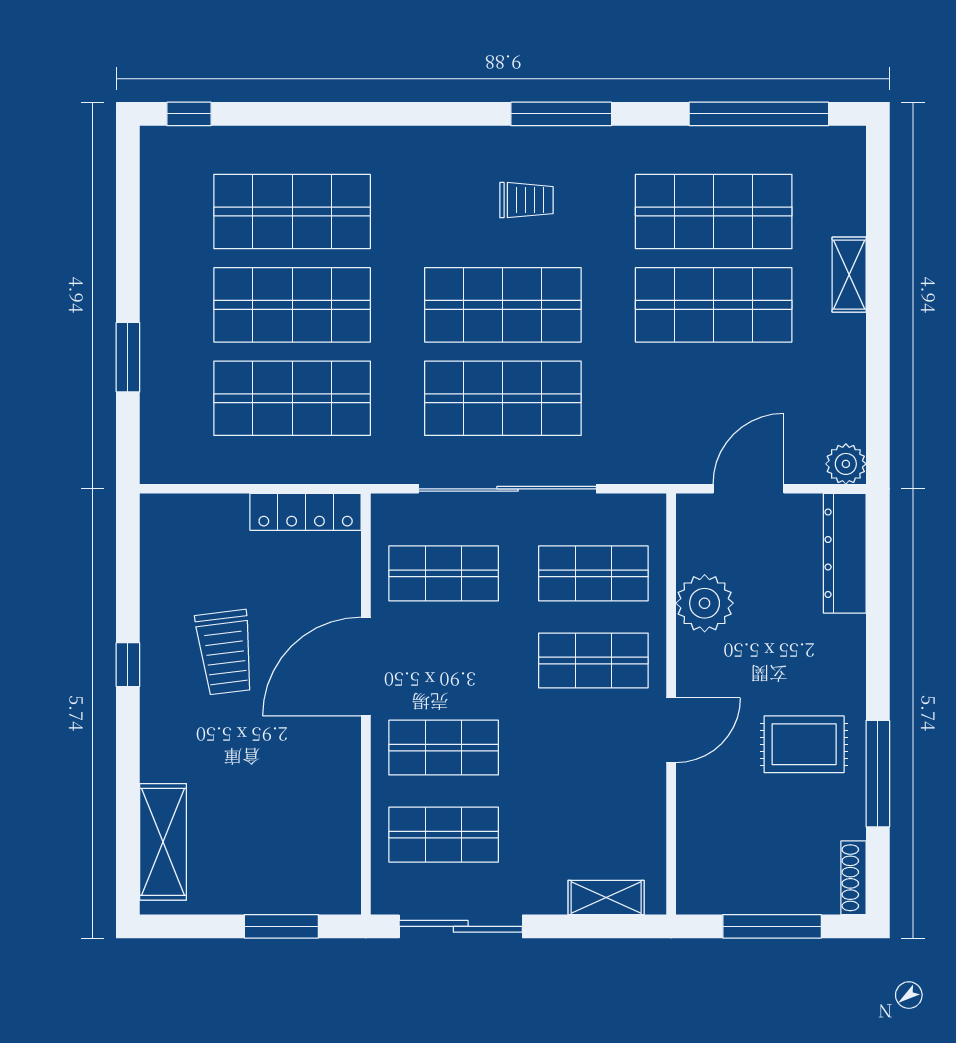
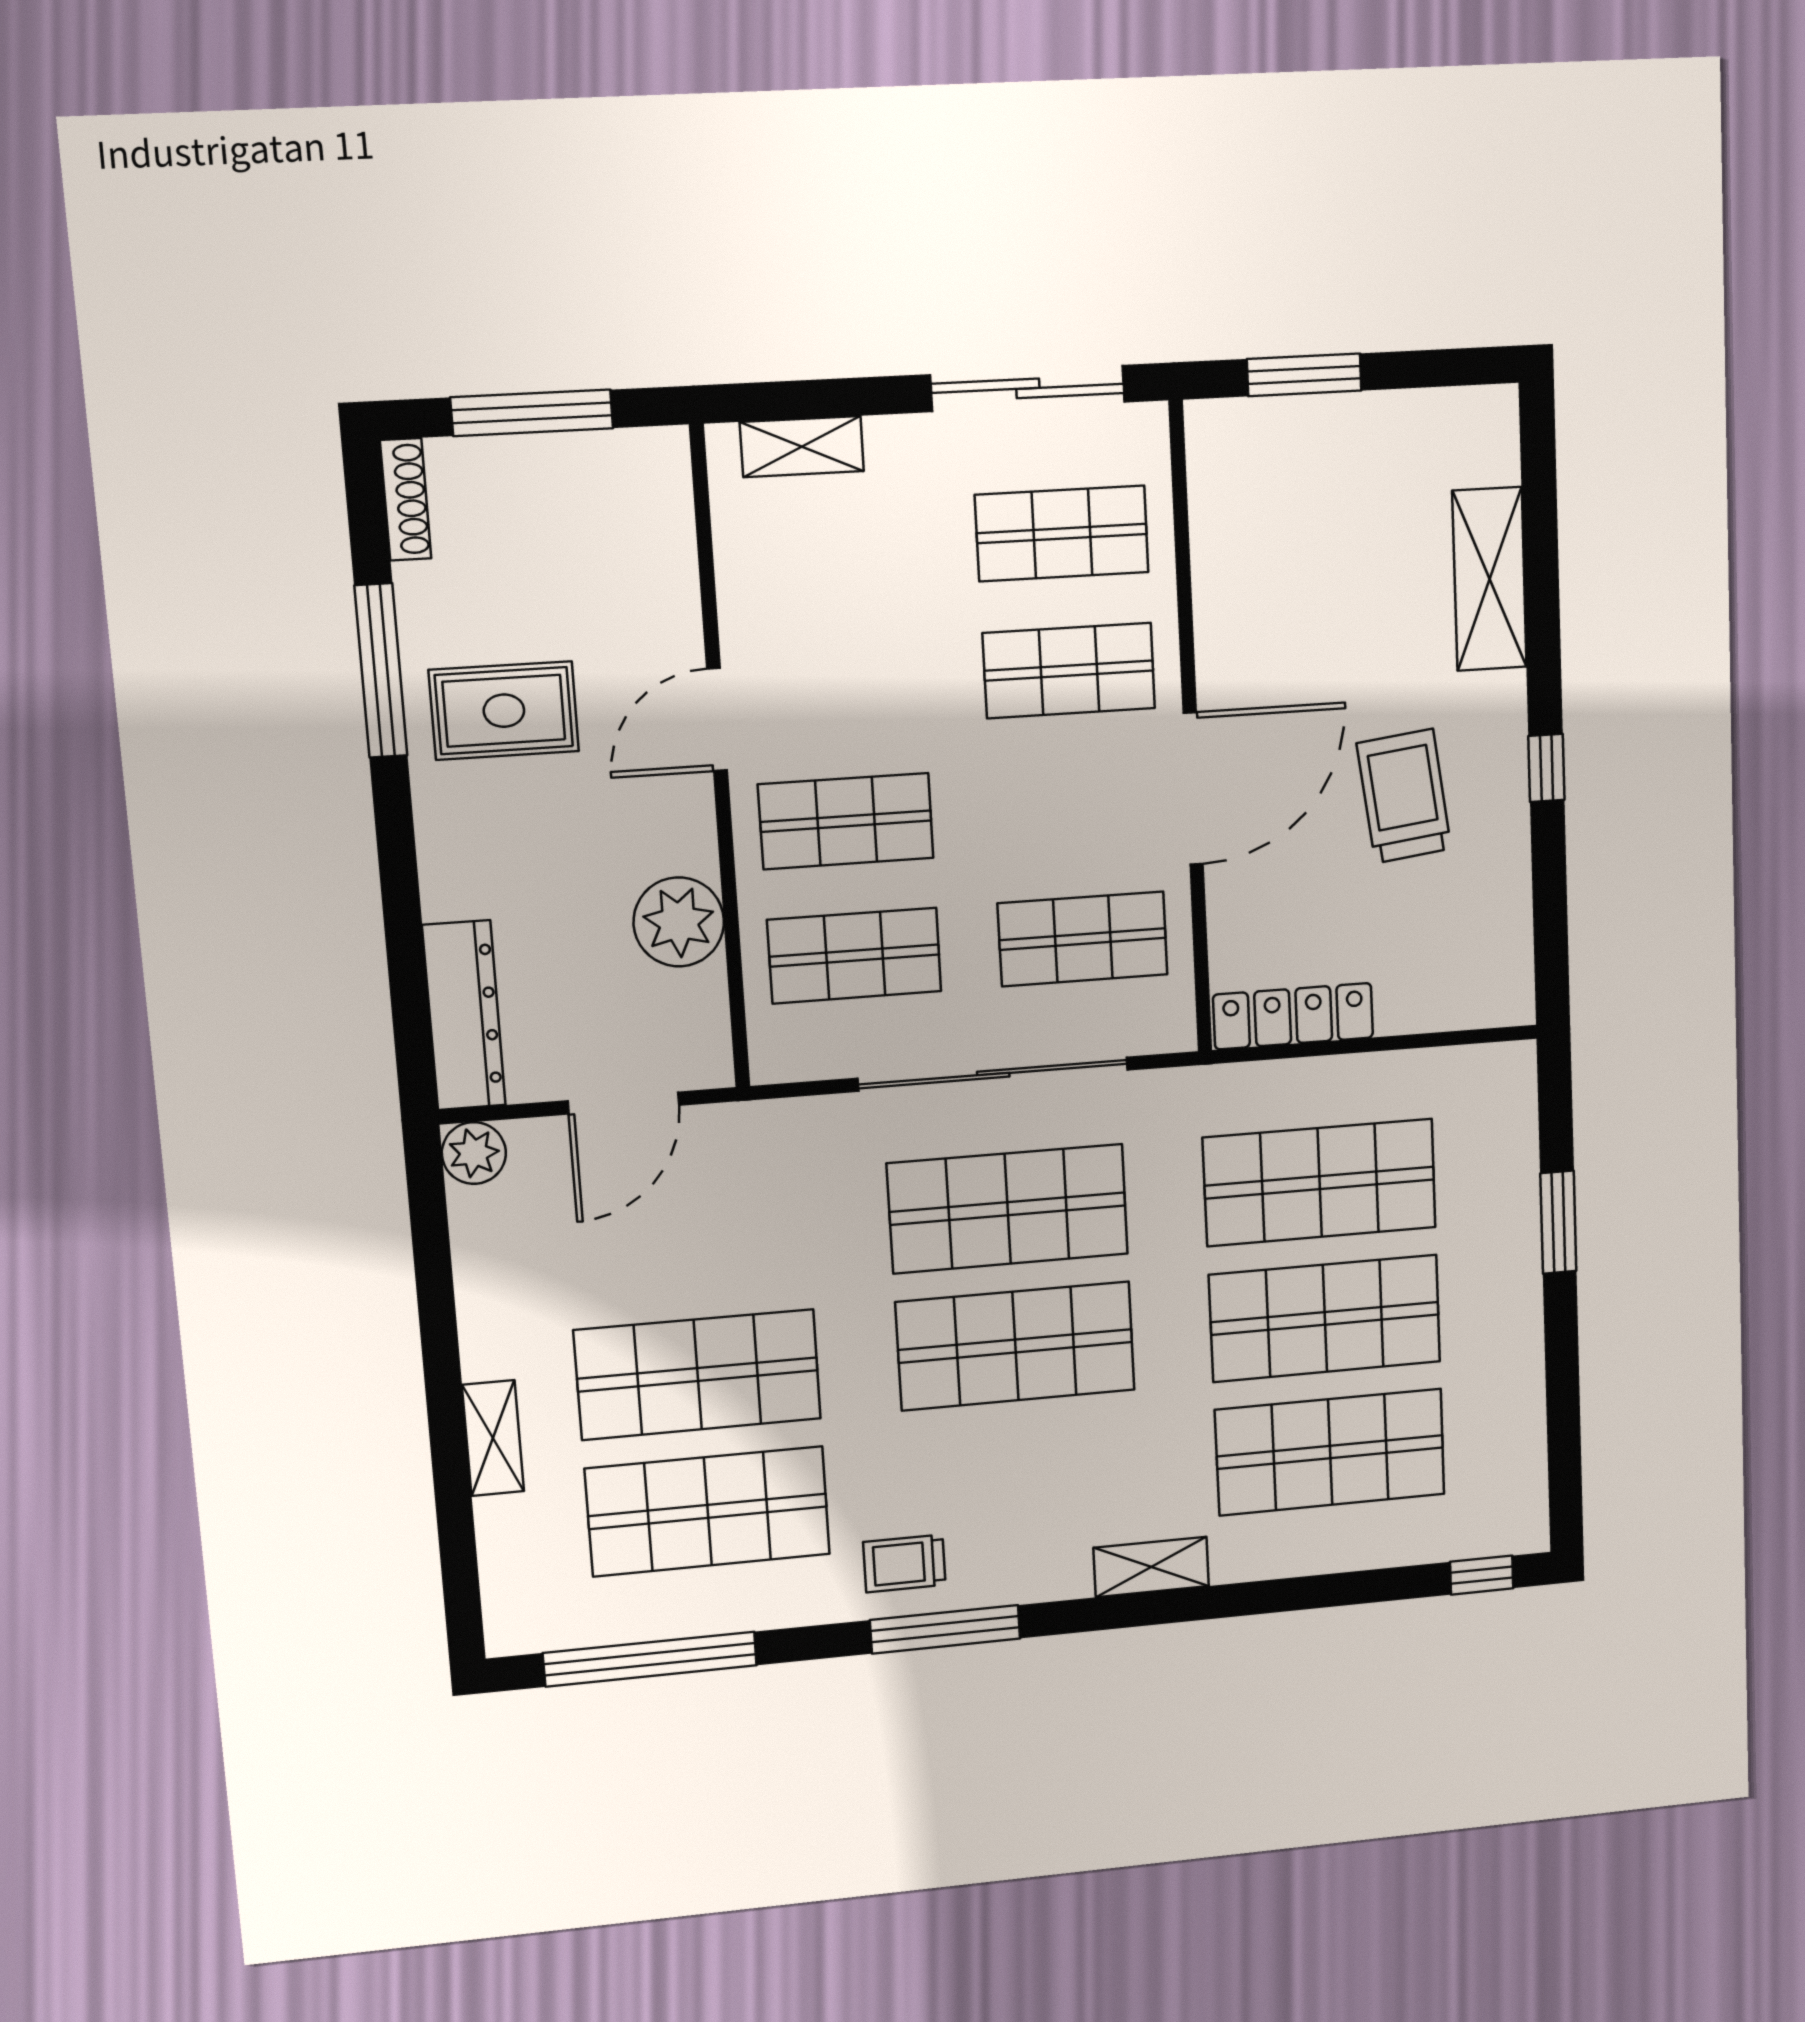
shelving: (419, 143) -> (1151, 1567), added
trolley: (527, 200) -> (904, 1563), moved
shelving: (163, 842) -> (1489, 579), moved

